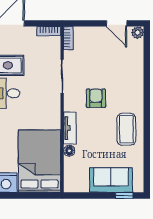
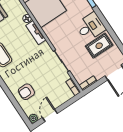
door: (117, 23) -> (50, 115), hinge flipped
armchair: (96, 98) -> (26, 92), moved, turned 90

